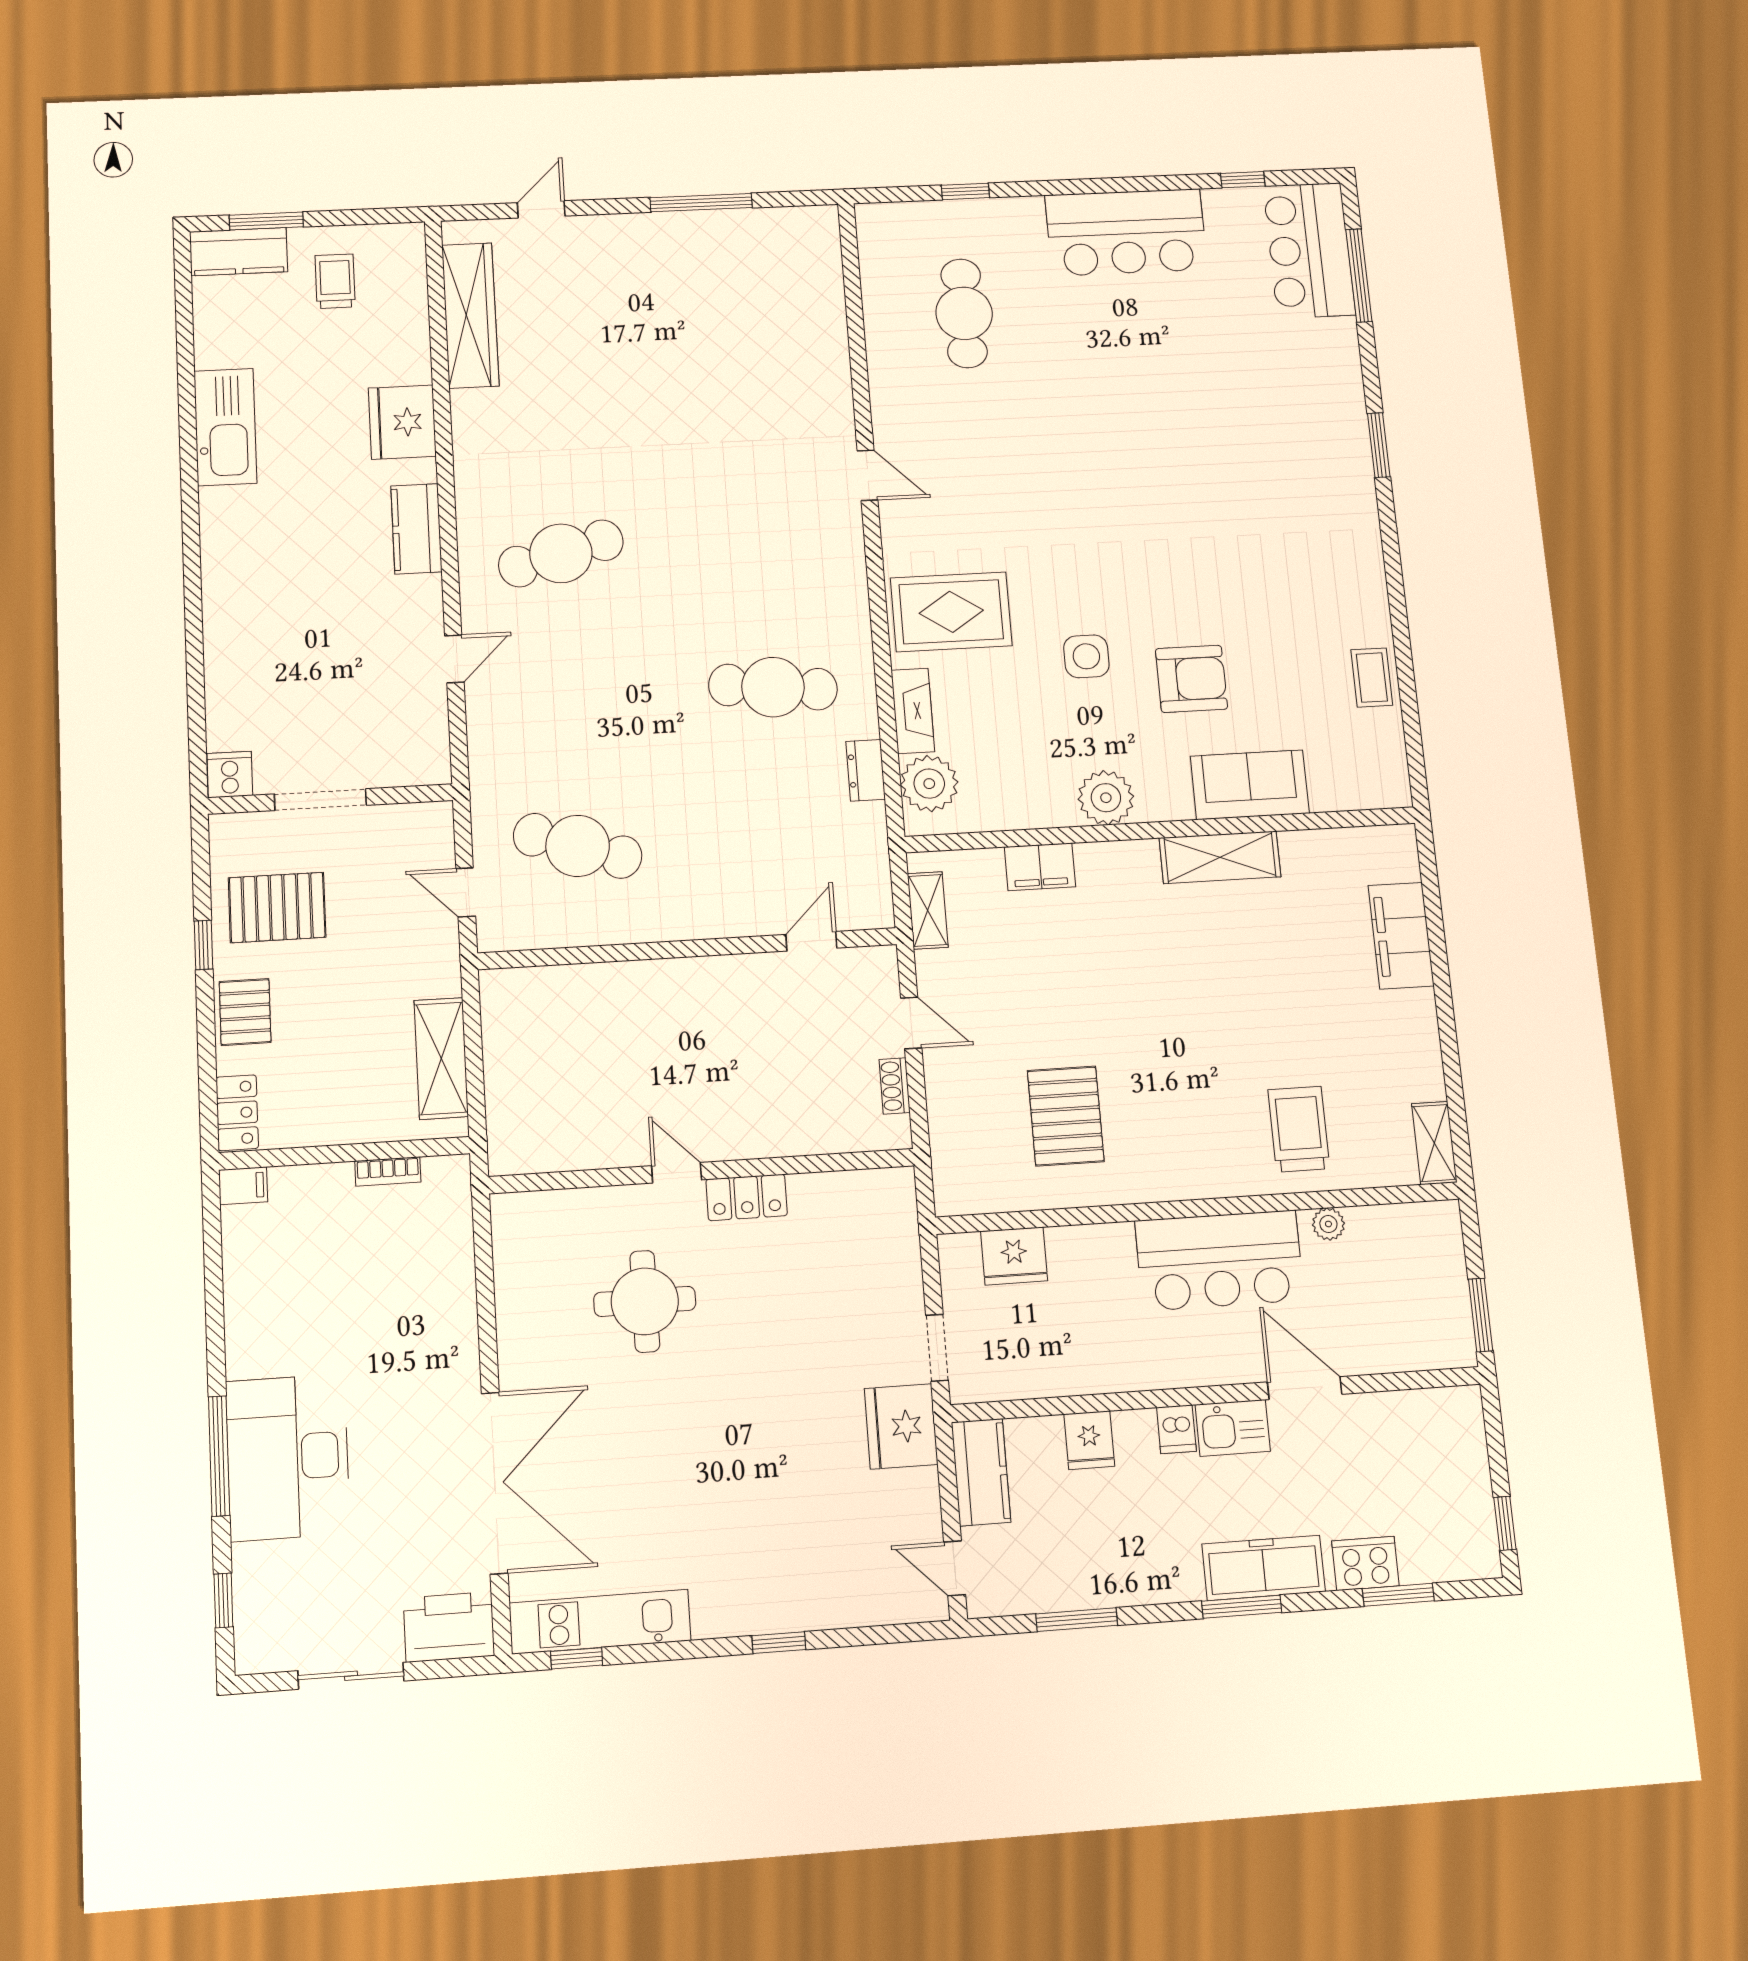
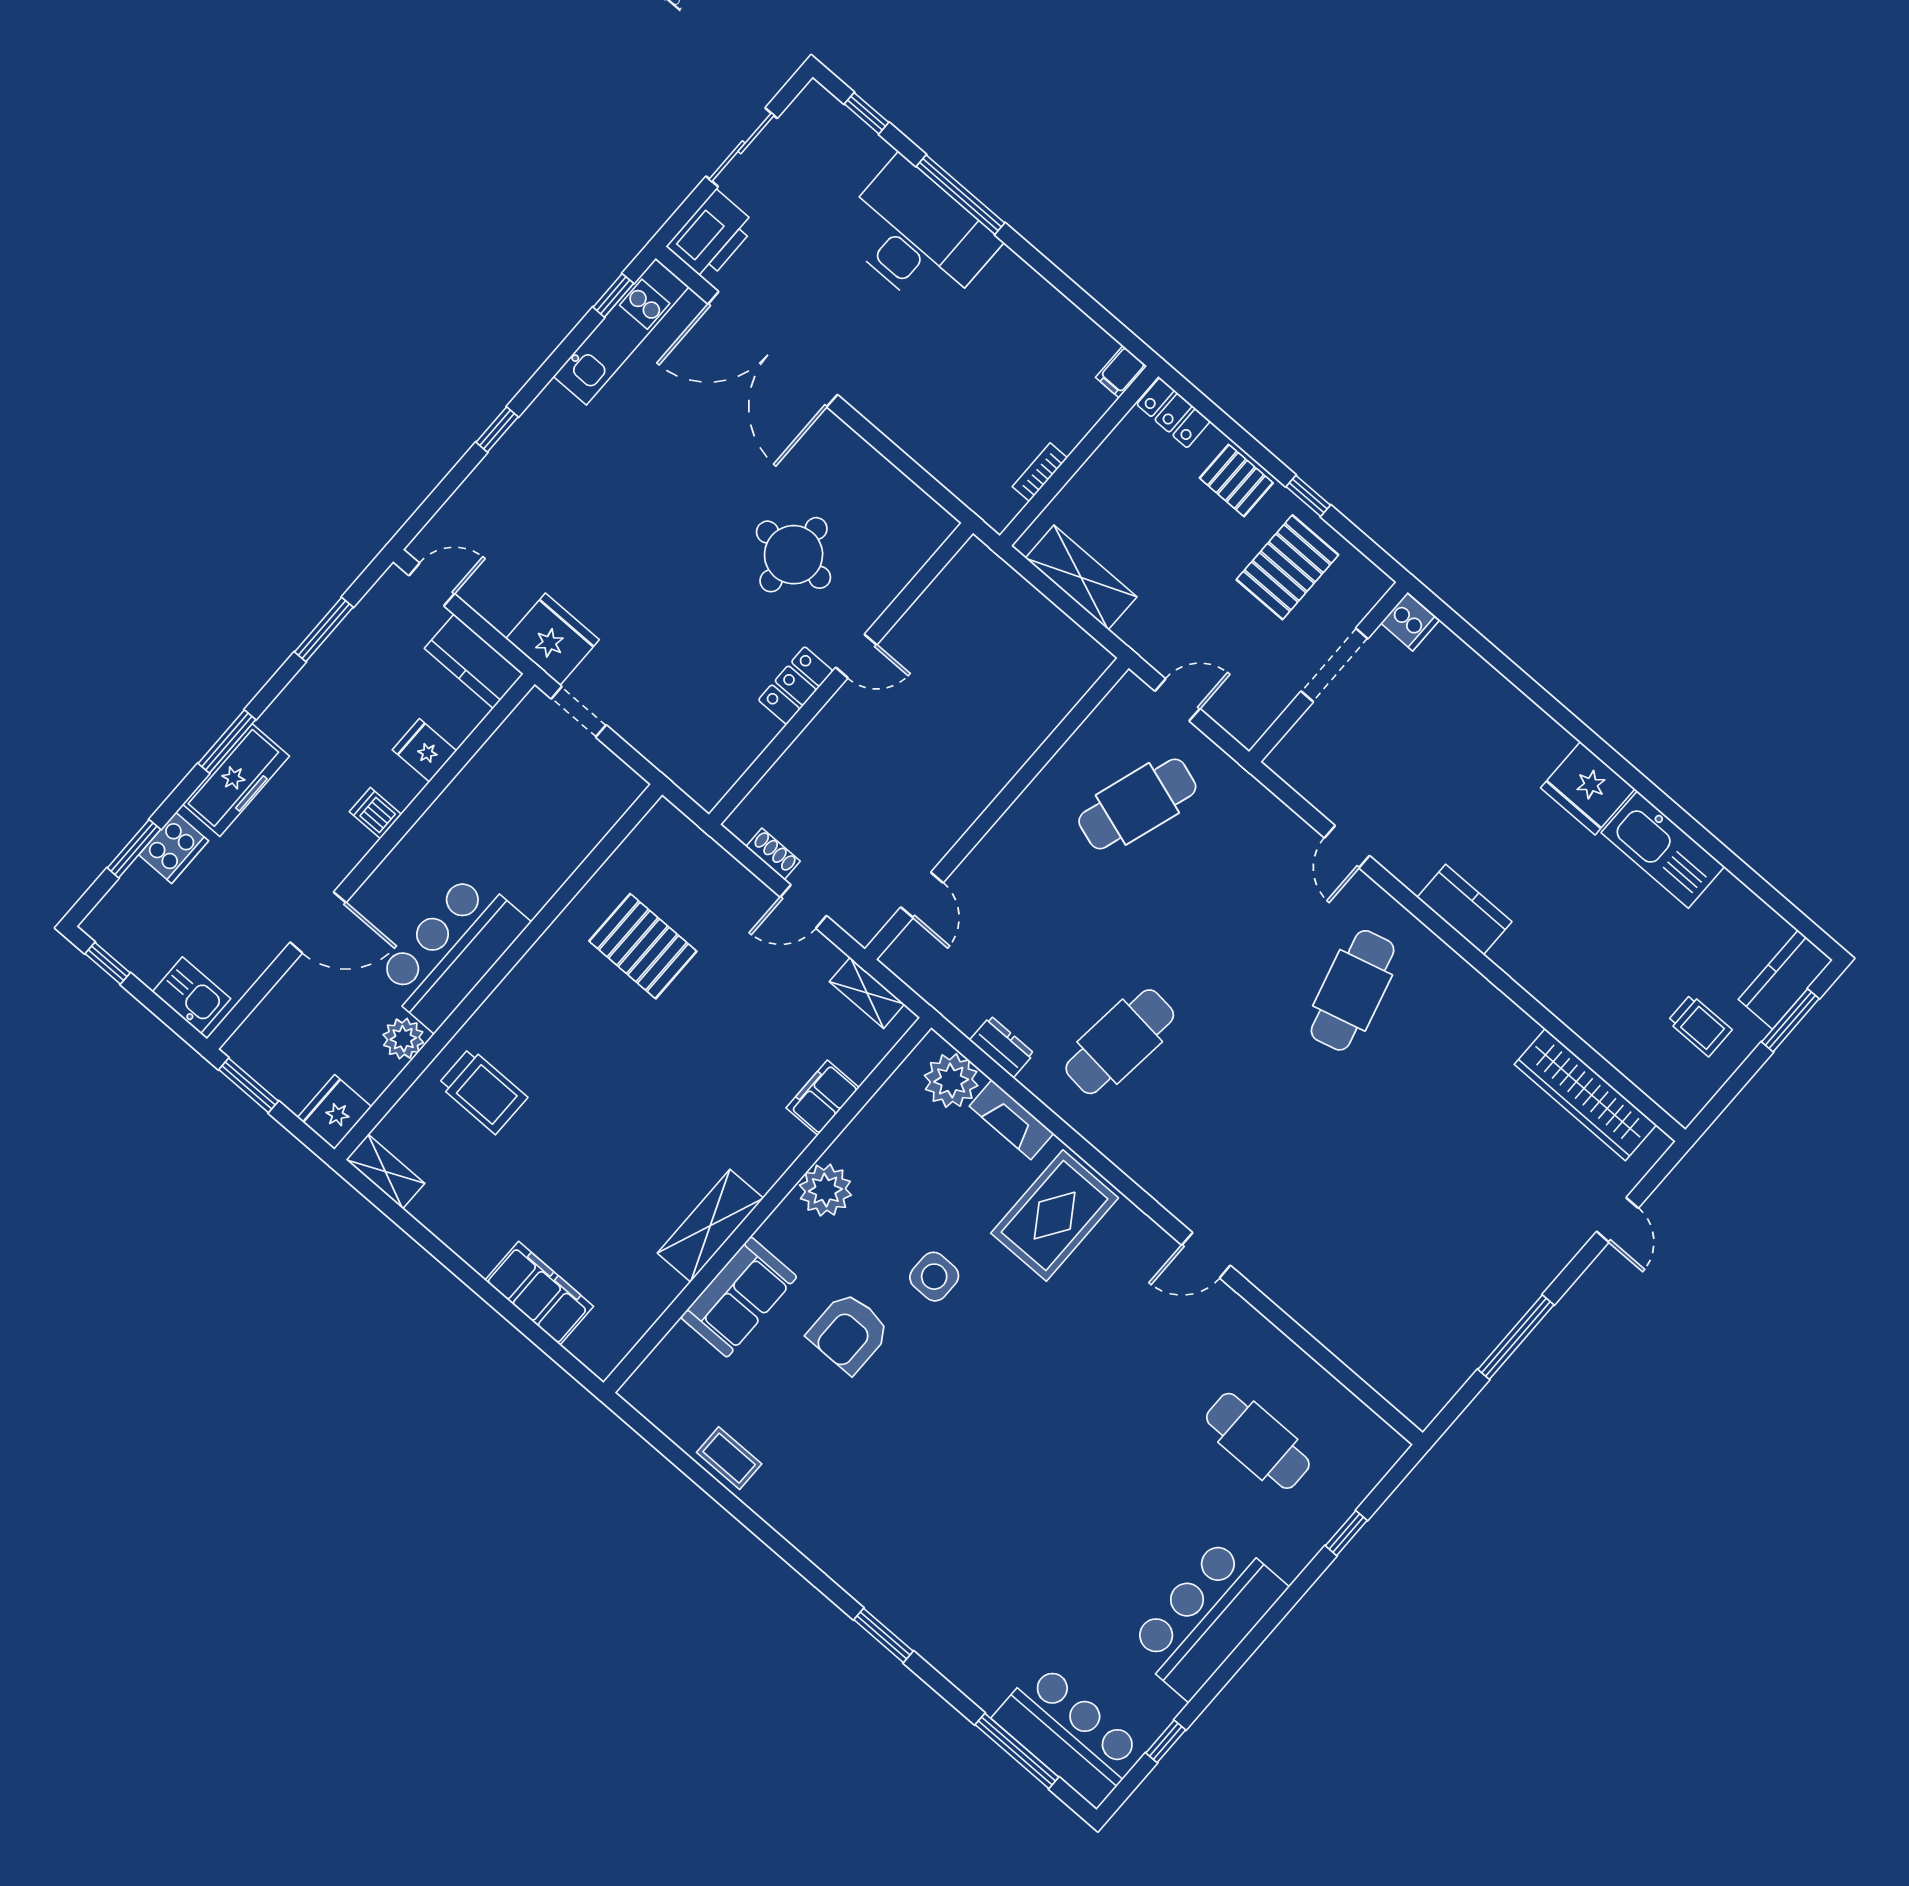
fridge: (402, 422) -> (1588, 788), moved, turned 180
plant: (1328, 1224) -> (403, 1039), width x1.38, depth x1.38
fridge: (1014, 1256) -> (334, 1112), moved
kitchen sink: (1233, 1428) -> (191, 995), moved, turned 90

